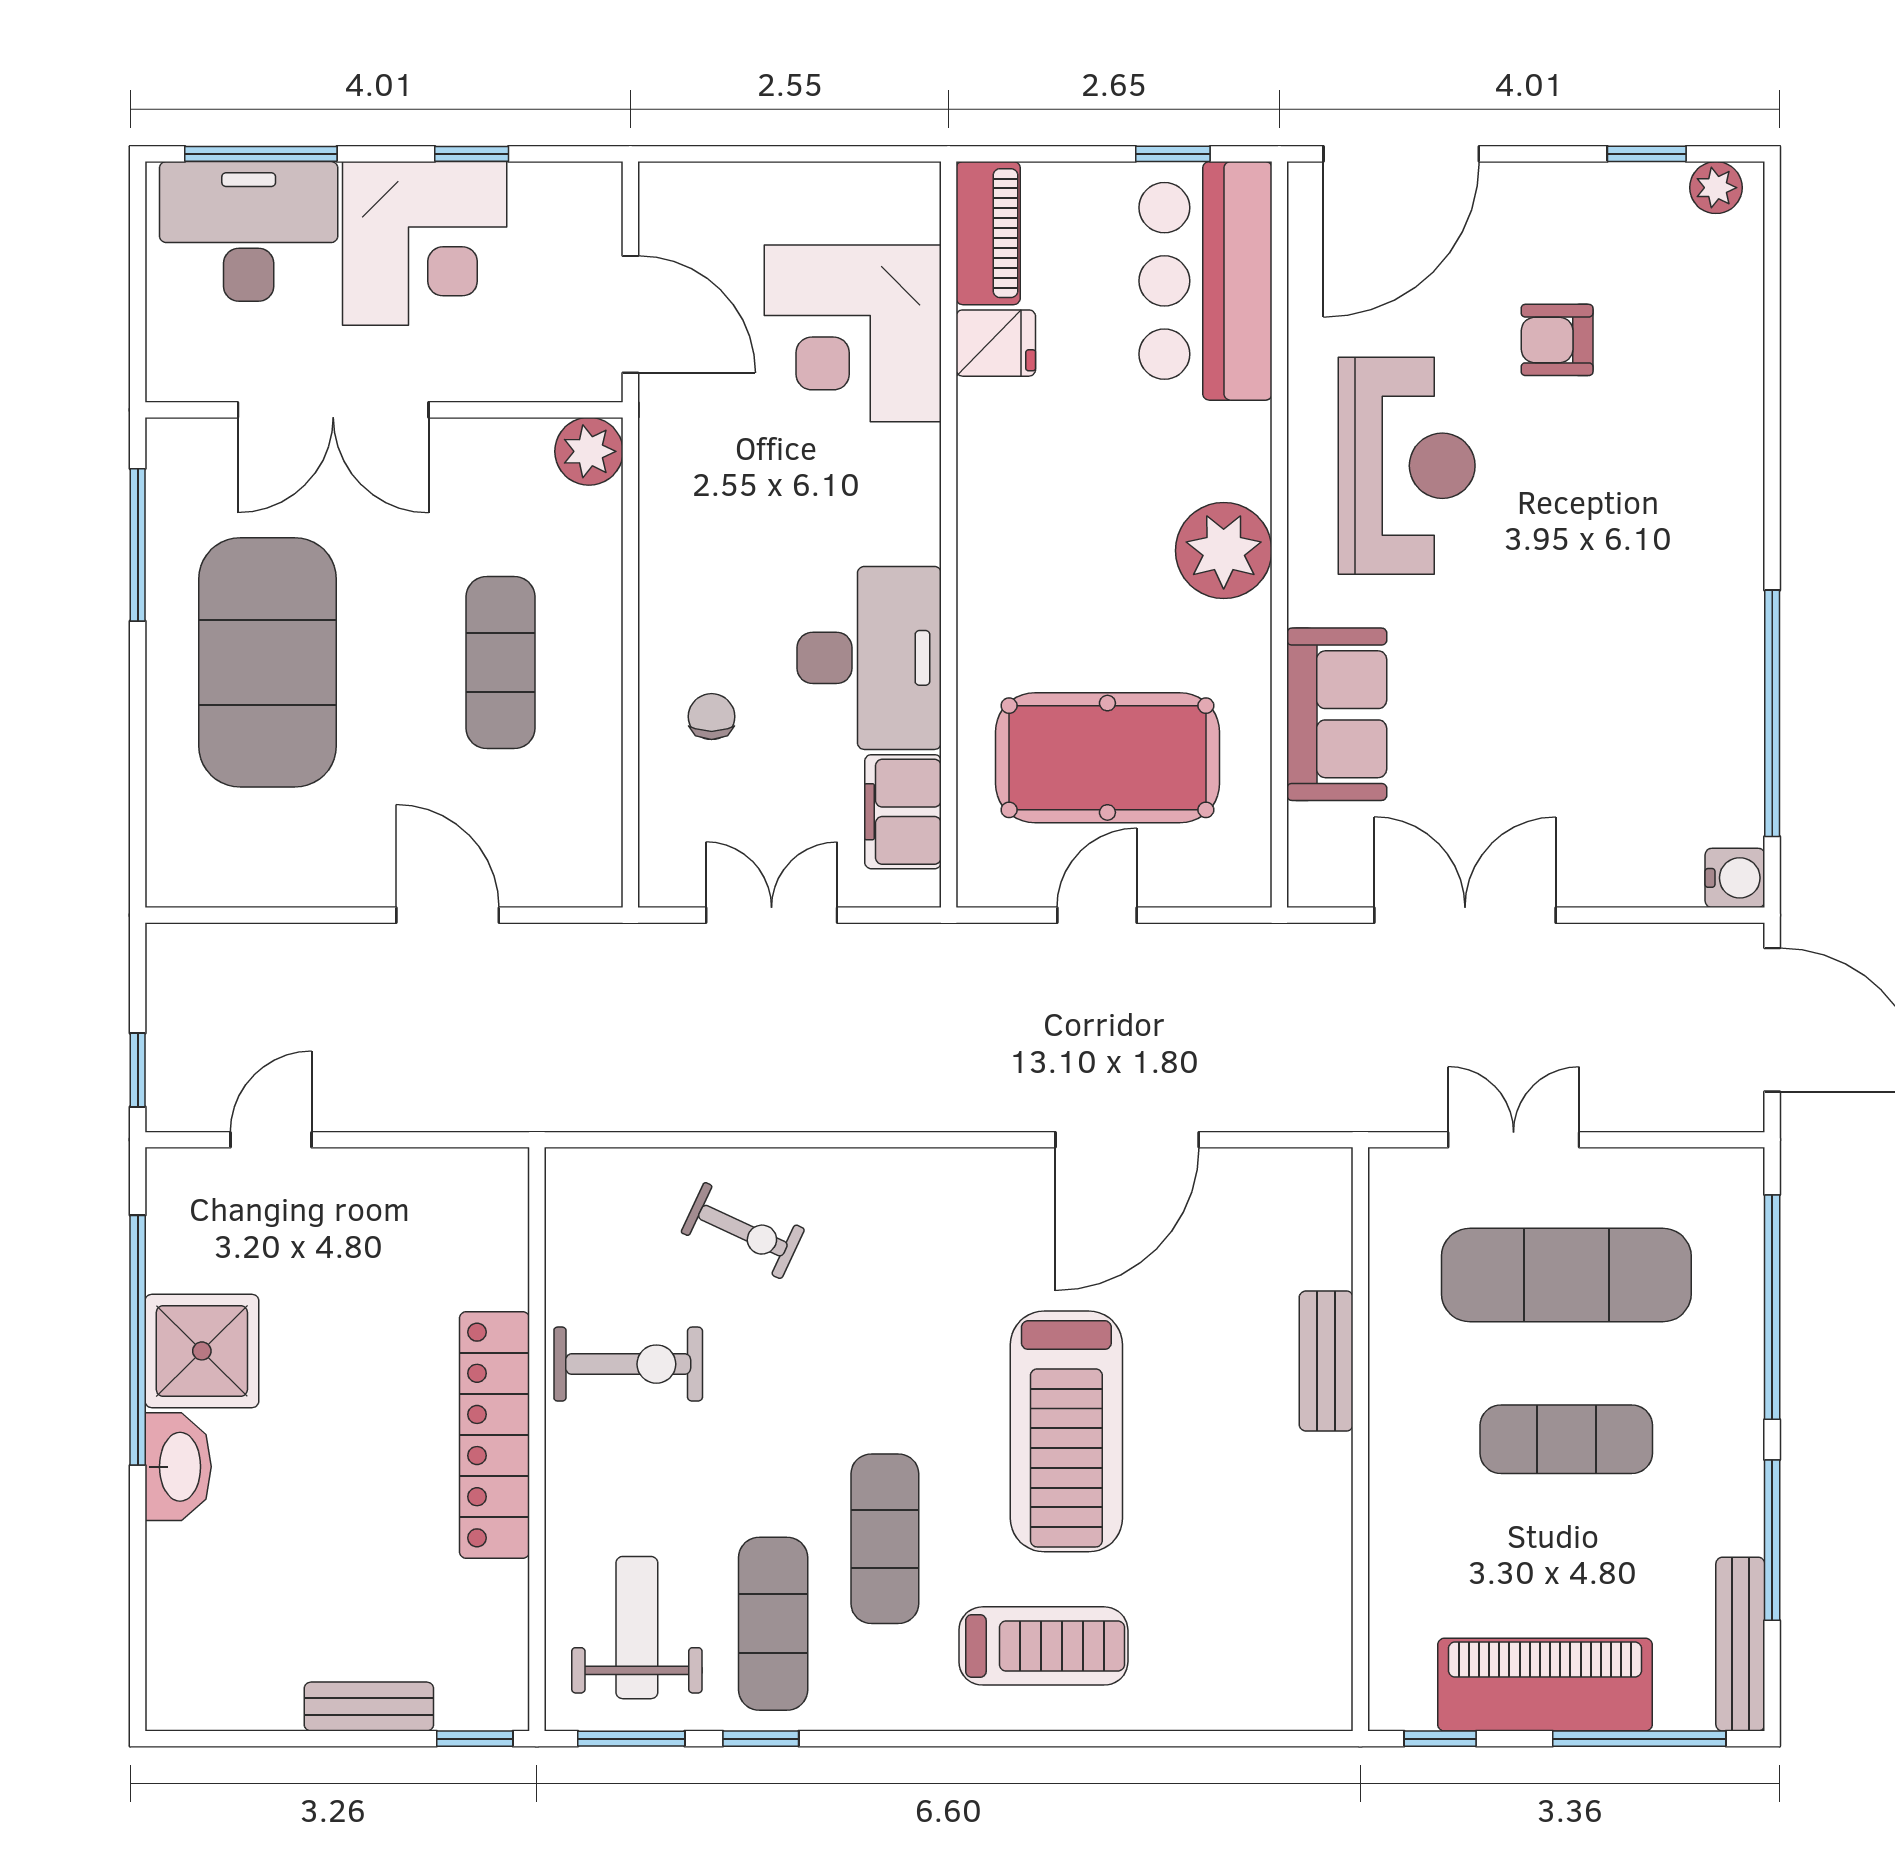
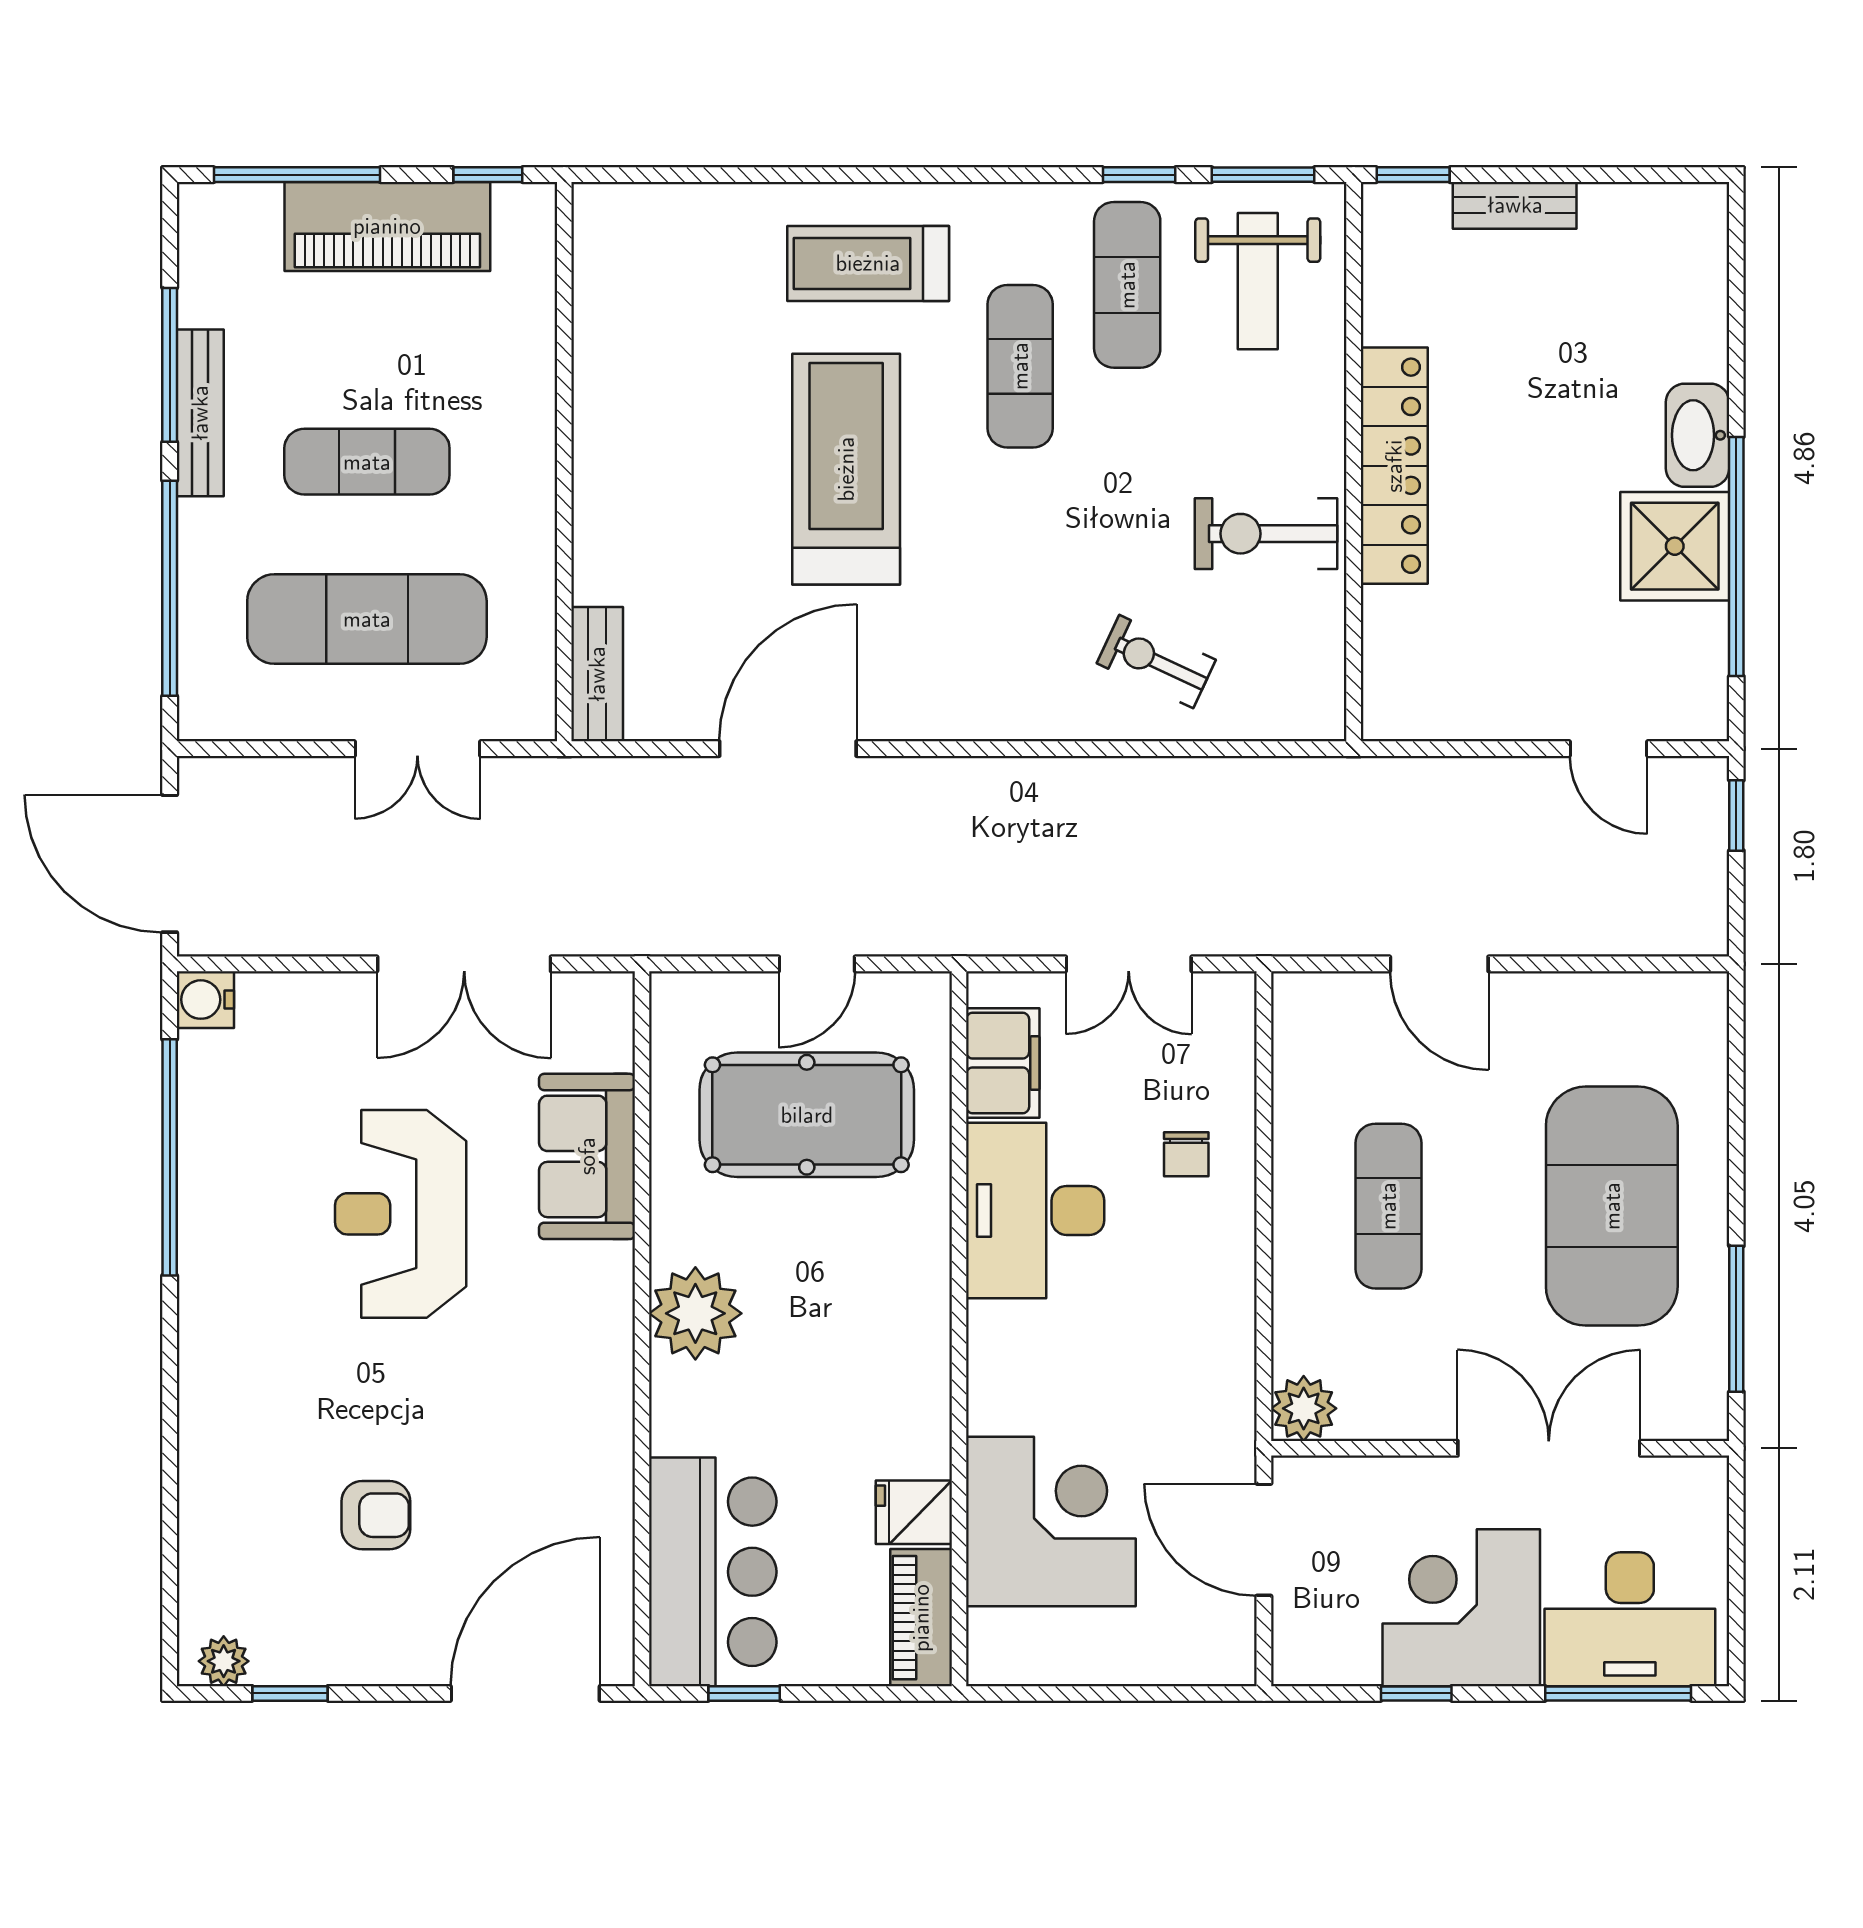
reception desk: (1407, 466) -> (401, 1214), moved
door: (271, 1140) -> (1609, 749), hinge flipped
bench: (1326, 1361) -> (597, 674), moved
bench: (1740, 1644) -> (200, 413), moved

